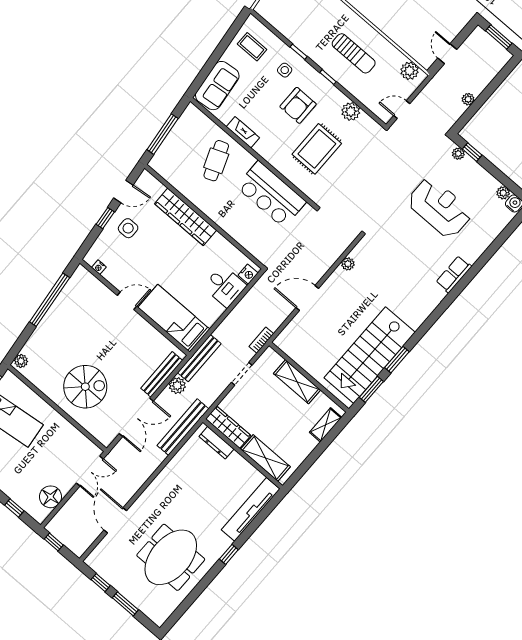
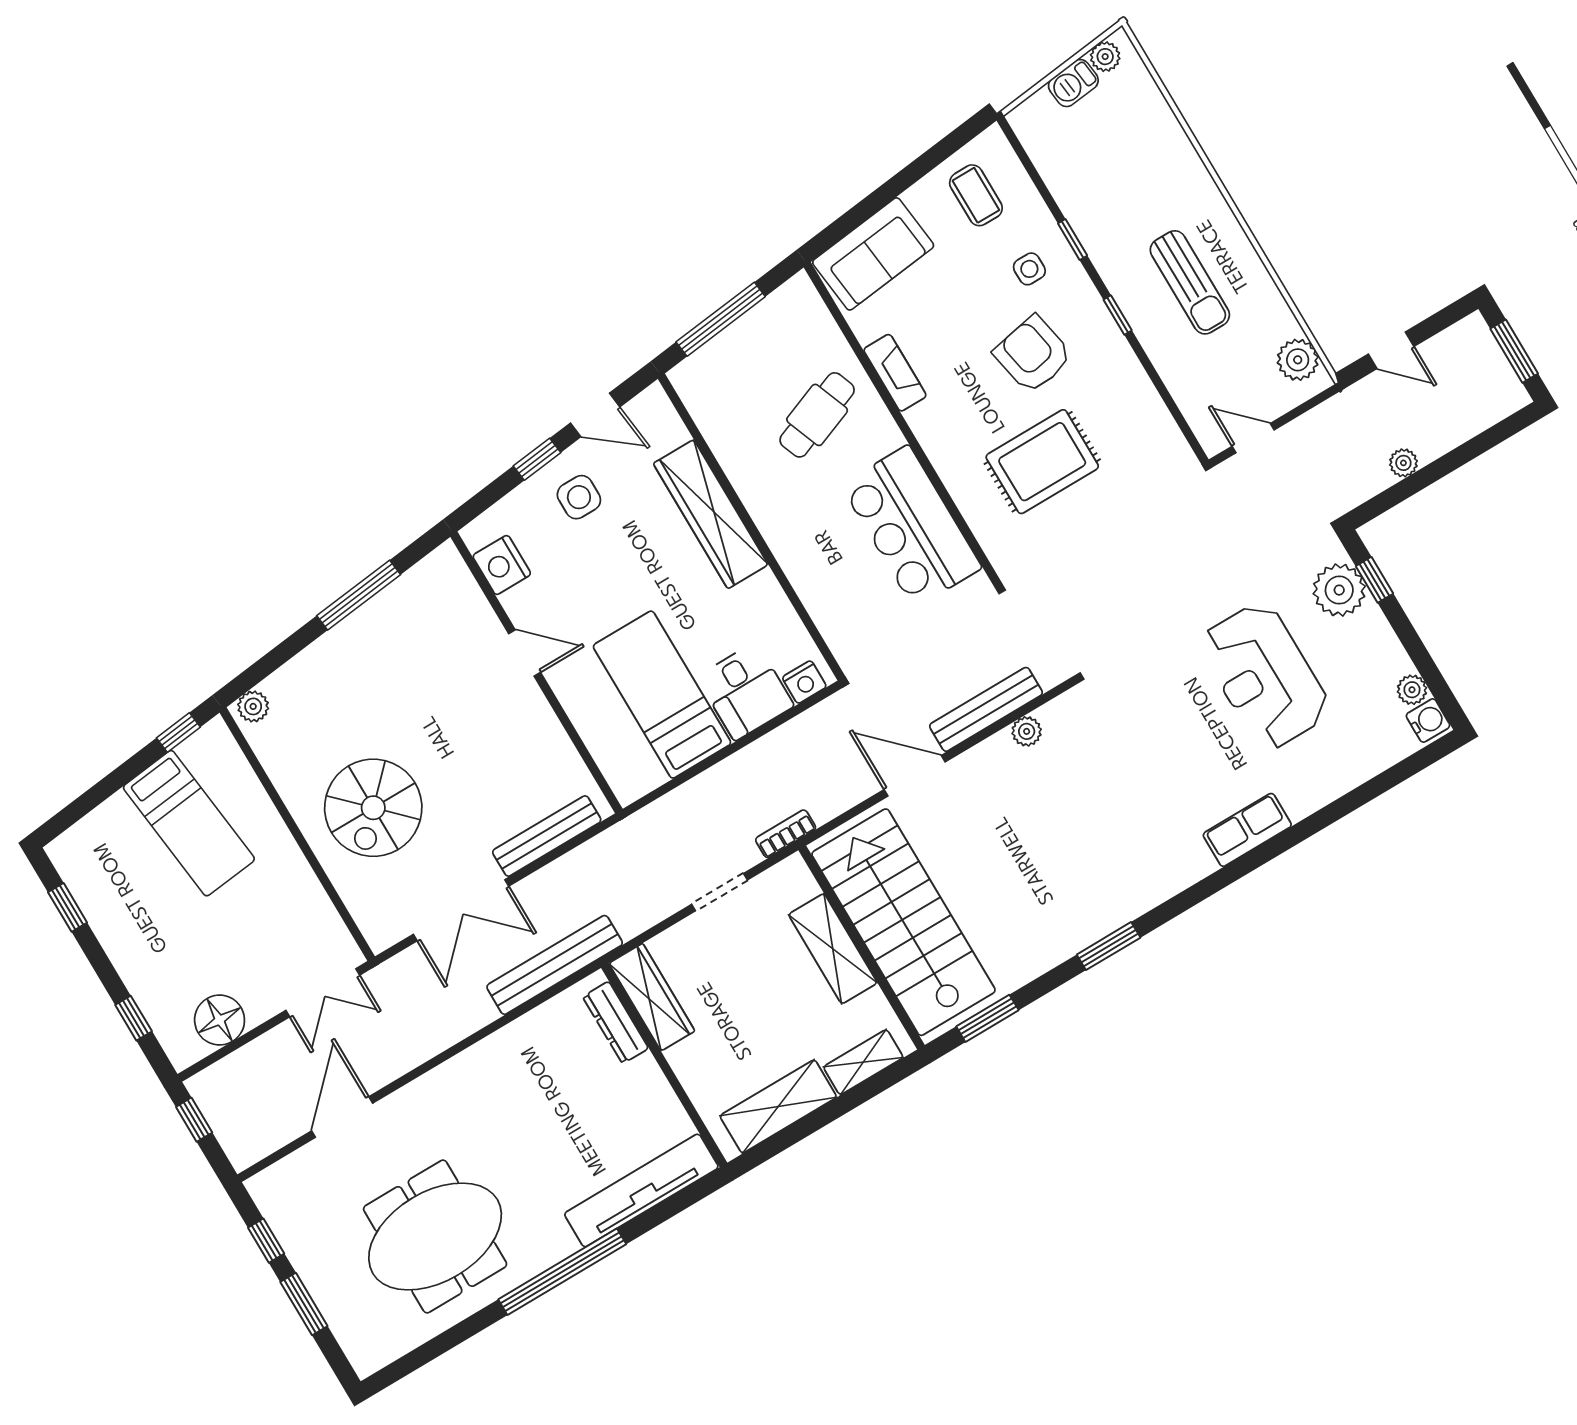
door: (447, 54) -> (1391, 350), swing flipped
armchair: (298, 105) -> (1033, 354), turned 79
plant: (351, 112) -> (1142, 405), removed
plant: (458, 154) -> (1339, 590), width x1.87, depth x1.87
reception desk: (440, 208) -> (1265, 676), turned 180
nightstand: (99, 267) -> (502, 565), width x1.89, depth x1.79
window: (50, 300) -> (359, 595), width x0.68
bed: (174, 318) -> (662, 695), moved
stairs: (370, 355) -> (904, 922), moved, turned 90
bench: (199, 358) -> (986, 709), moved
window: (397, 360) -> (1109, 946), moved
plant: (177, 386) -> (572, 871), removed
spiral stairs: (85, 387) -> (373, 808), turned 90
shelving: (265, 458) -> (778, 1106), moved, turned 90
window: (229, 554) -> (562, 1272), width x3.17

